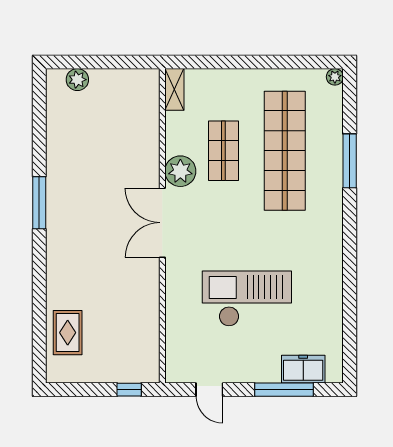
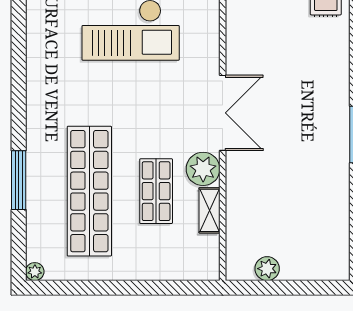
plant: (77, 80) -> (267, 269), moved
shelving: (174, 89) -> (209, 210), moved

